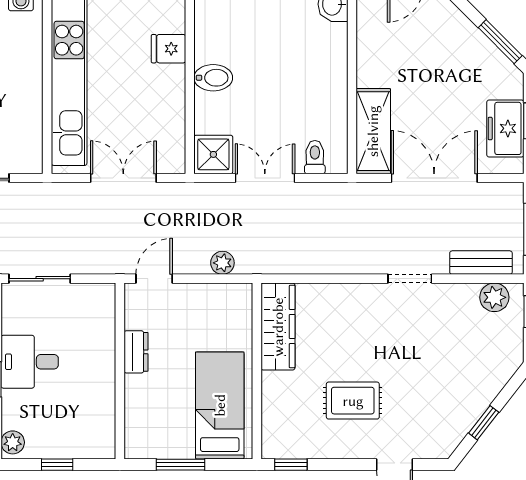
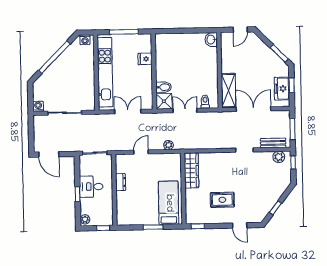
bidet: (213, 78) -> (164, 87), moved
dresser: (136, 352) -> (121, 182), moved
wall: (120, 371) -> (114, 190), moved

